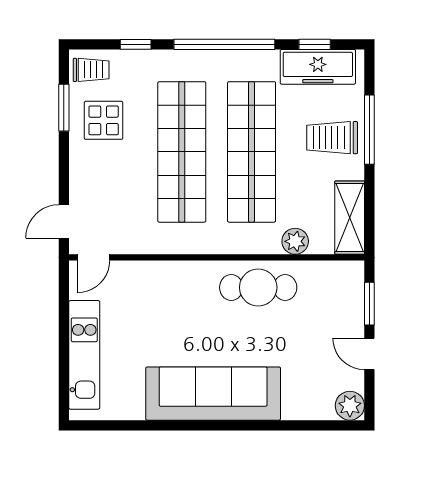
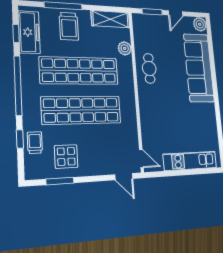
trolley: (91, 70) -> (35, 143), moved
cafe table: (258, 287) -> (149, 68), width x0.73, depth x0.74
sofa: (213, 394) -> (199, 68), moved

